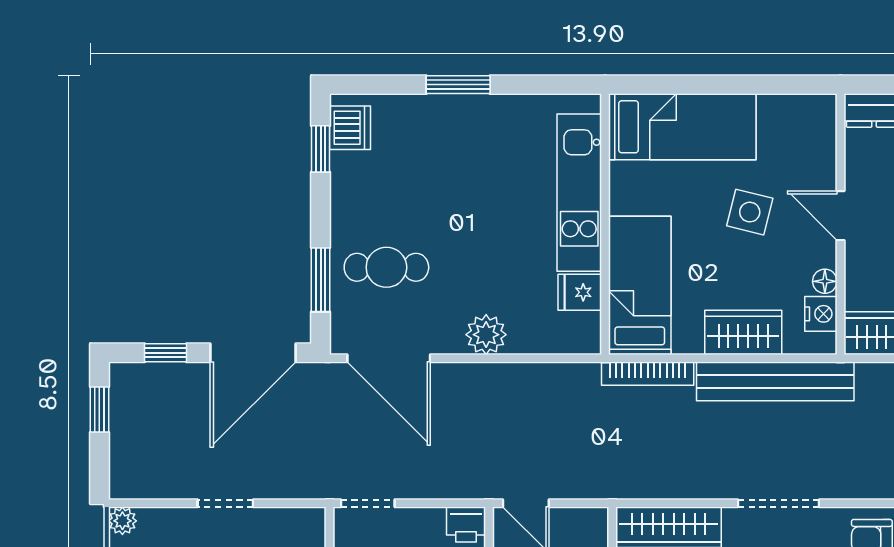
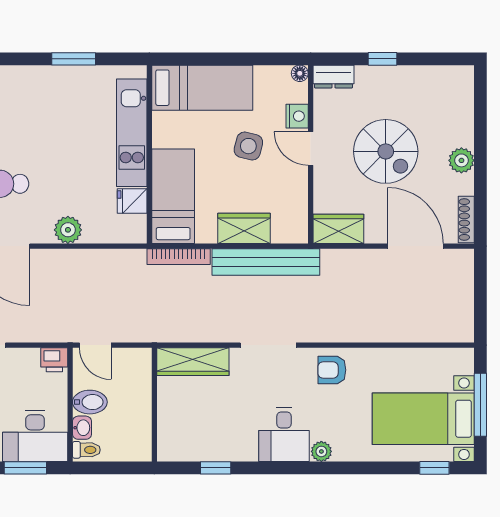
window: (458, 85) -> (74, 59), moved
floor lamp: (825, 281) -> (300, 73), moved
nightstand: (821, 314) -> (297, 116), moved

